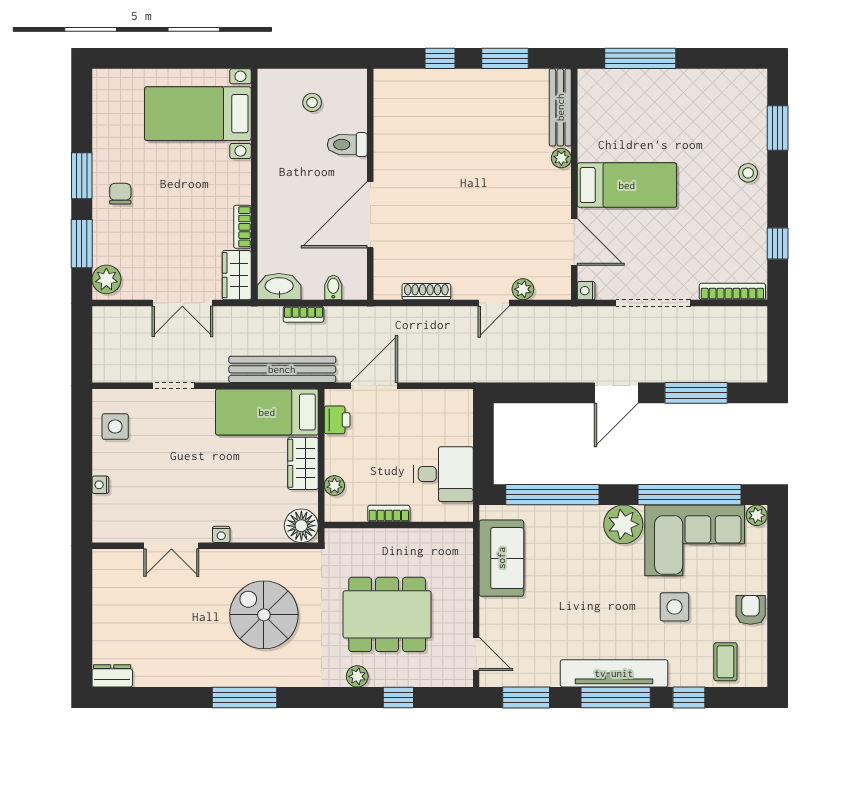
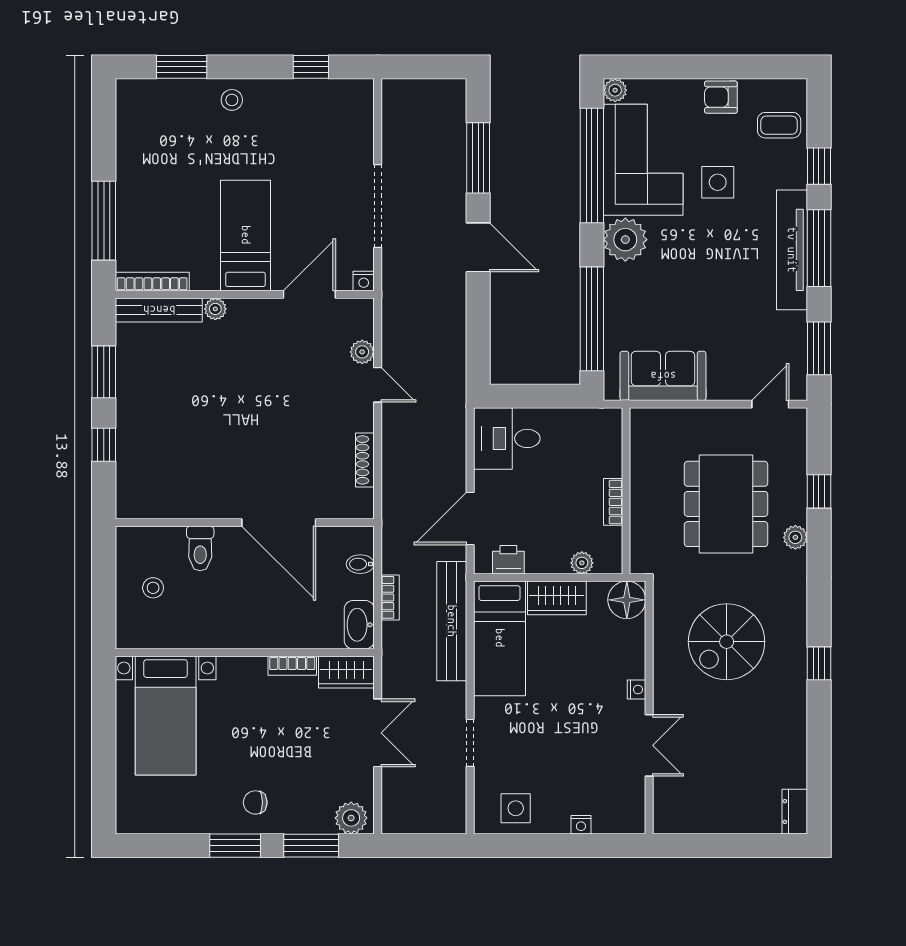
bookcase: (732, 292) -> (152, 282), moved, turned 90
door: (374, 386) -> (470, 518), hinge flipped
desk: (443, 474) -> (507, 438), moved, turned -90
window: (245, 697) -> (819, 663), width x0.46

